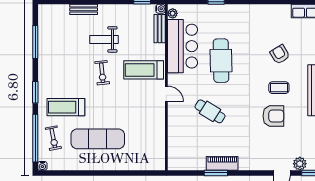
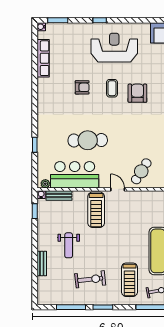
armchair: (280, 54) -> (82, 87), turned -149
exercise bike: (102, 73) -> (90, 279), moved, width x1.38, depth x1.39
window: (35, 92) -> (103, 307), moved
door: (166, 94) -> (118, 189), hinge flipped
cafe table: (210, 111) -> (141, 171), moved

